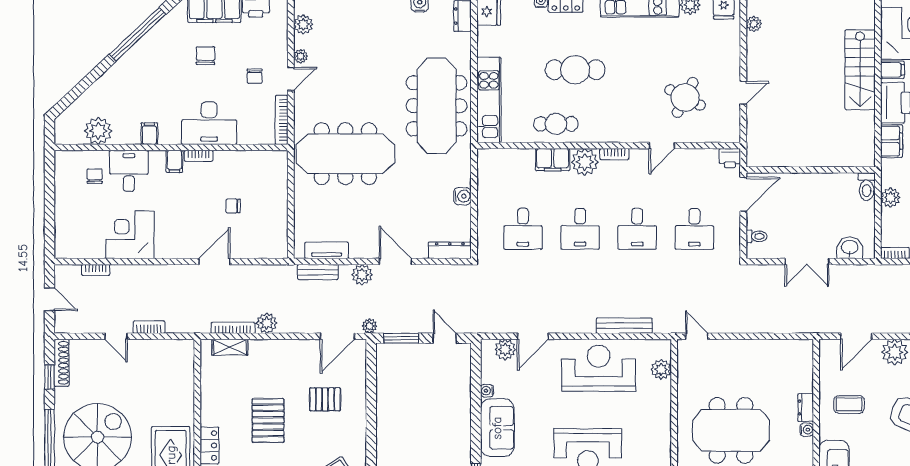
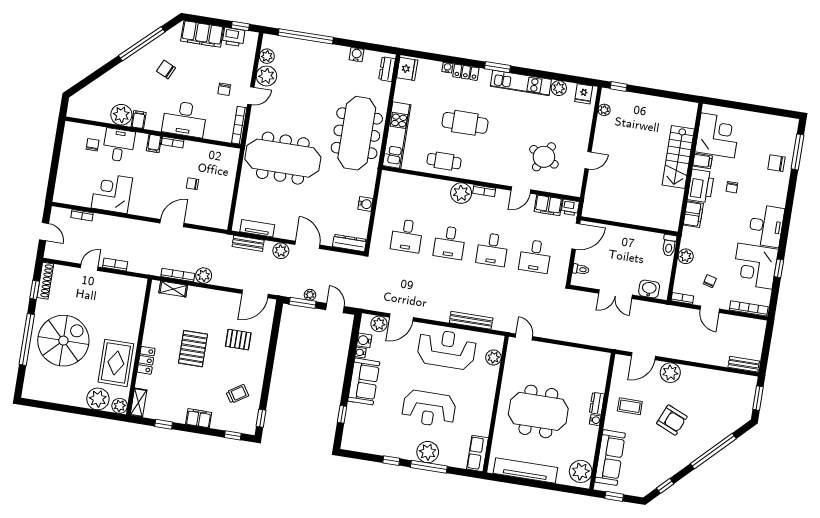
chair: (205, 56) -> (166, 69), moved, turned -65
plant: (301, 56) -> (266, 76), width x1.88, depth x1.88
plant: (98, 131) -> (121, 115), moved
filing cabinet: (553, 160) -> (548, 205), moved
plant: (370, 326) -> (310, 295), moved
door: (116, 336) -> (89, 267), swing flipped
water cooler: (489, 374) -> (364, 340), added

